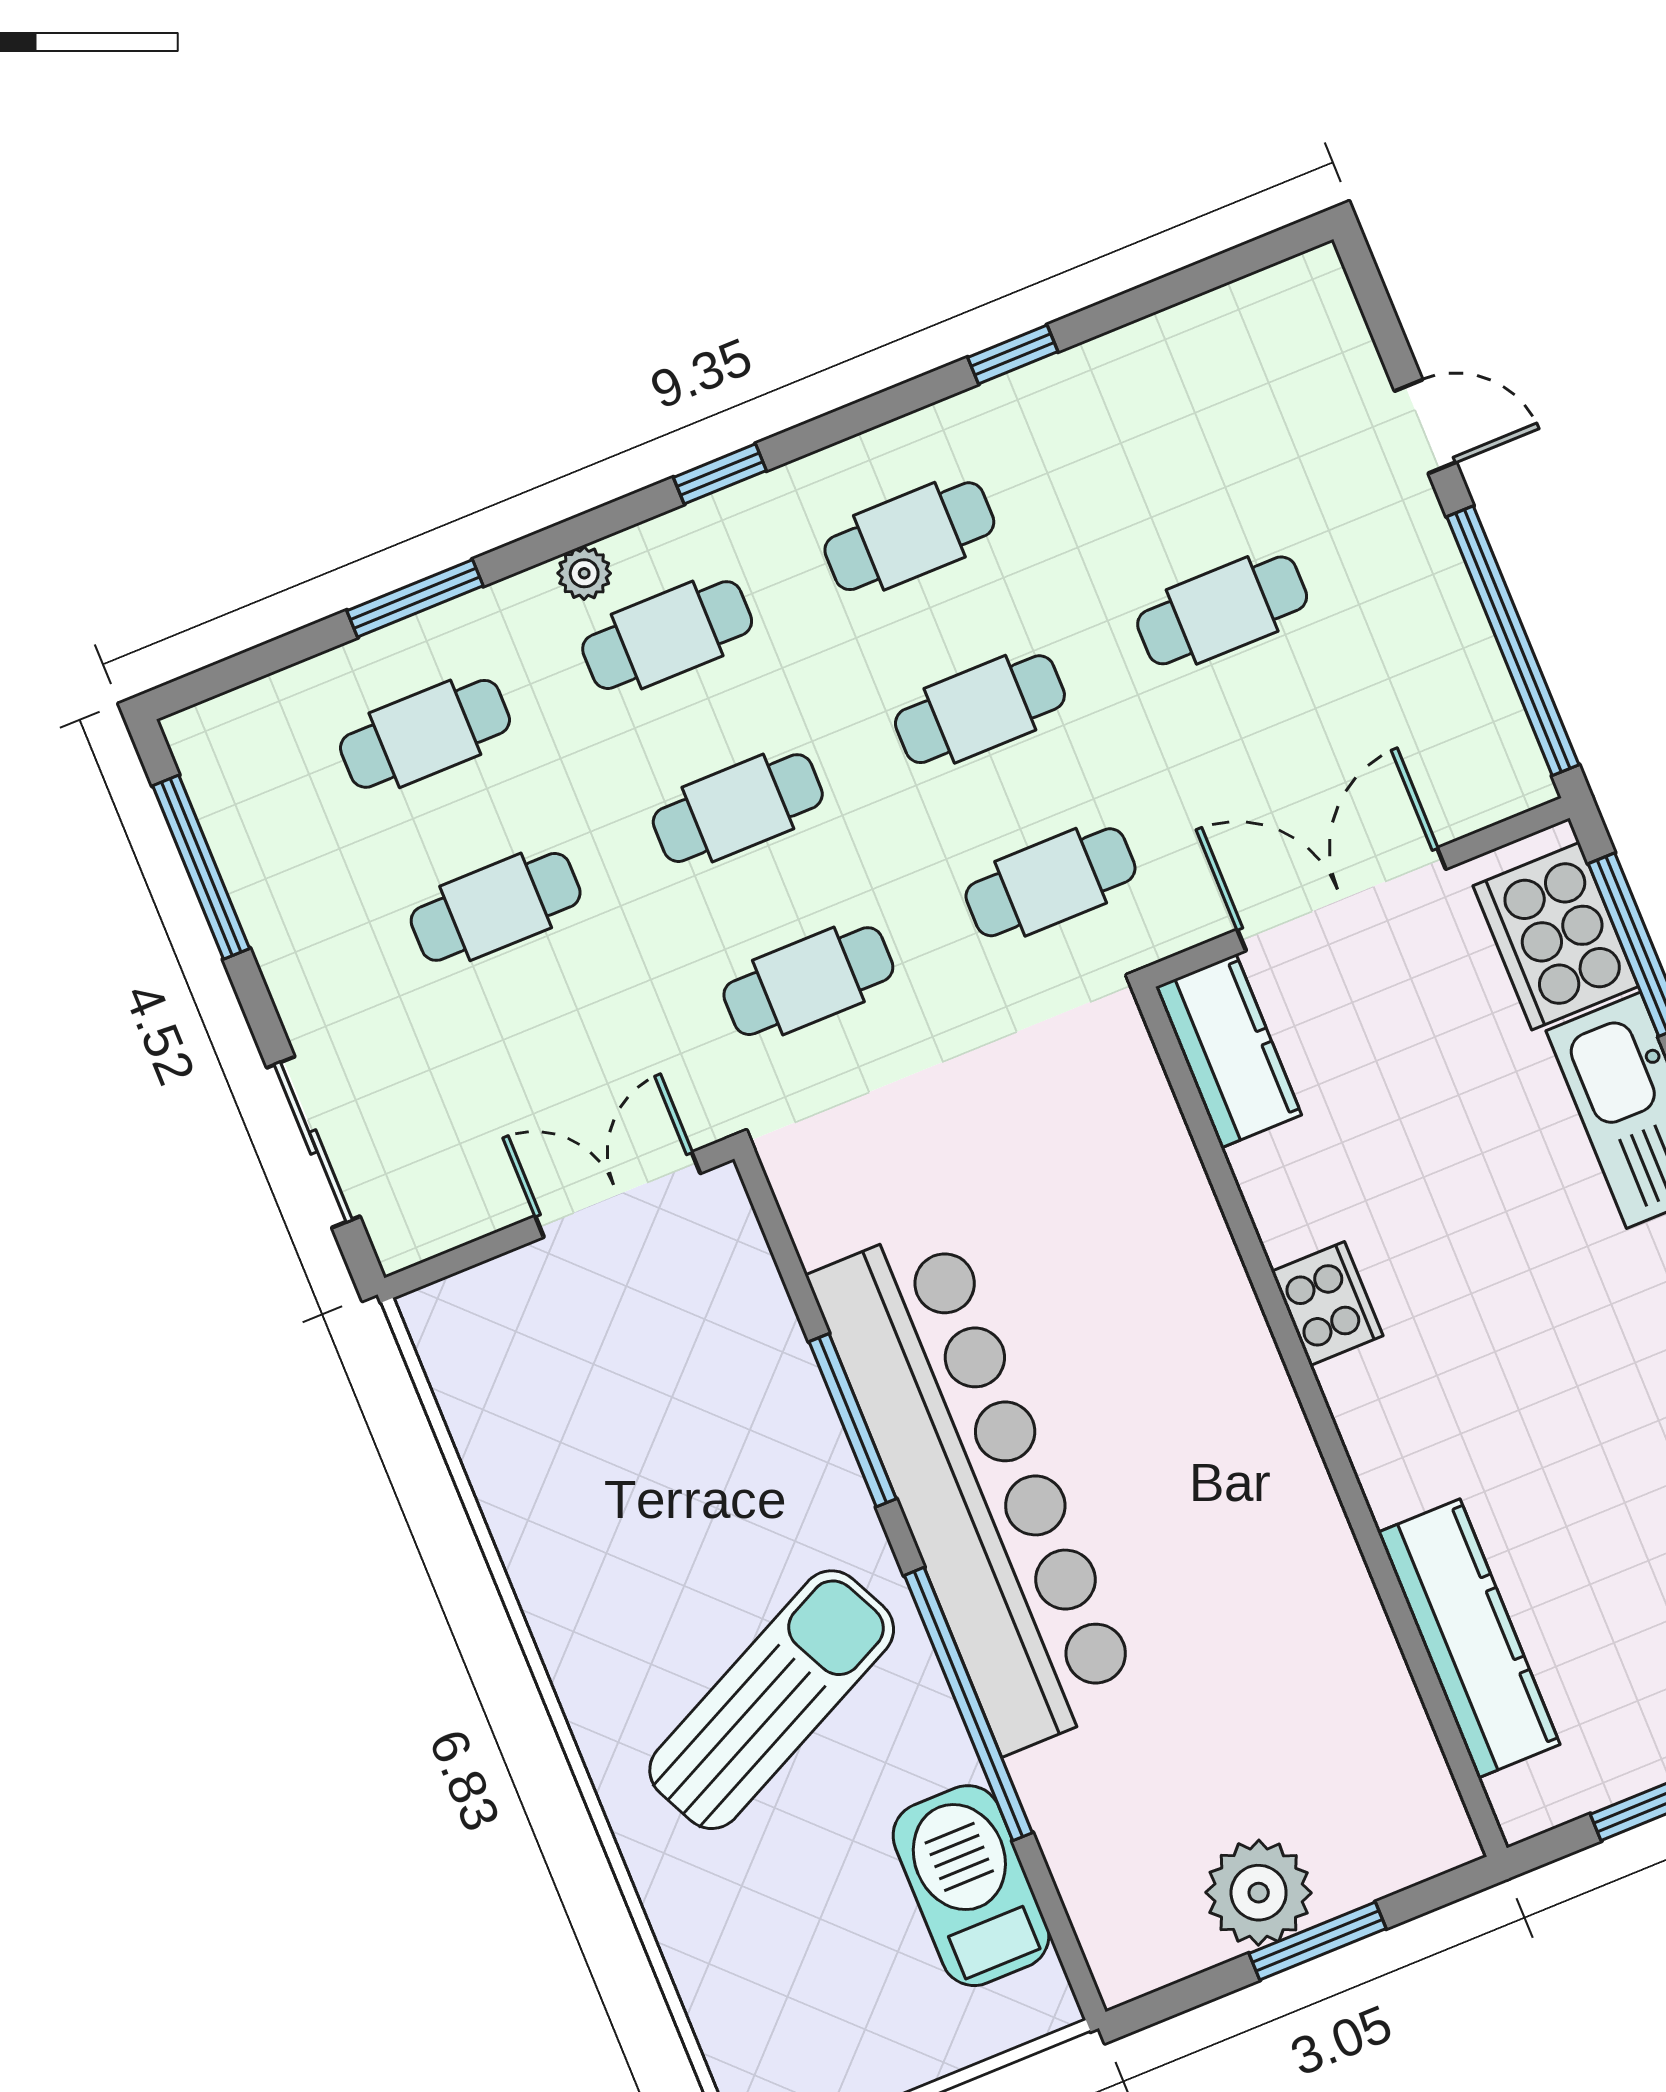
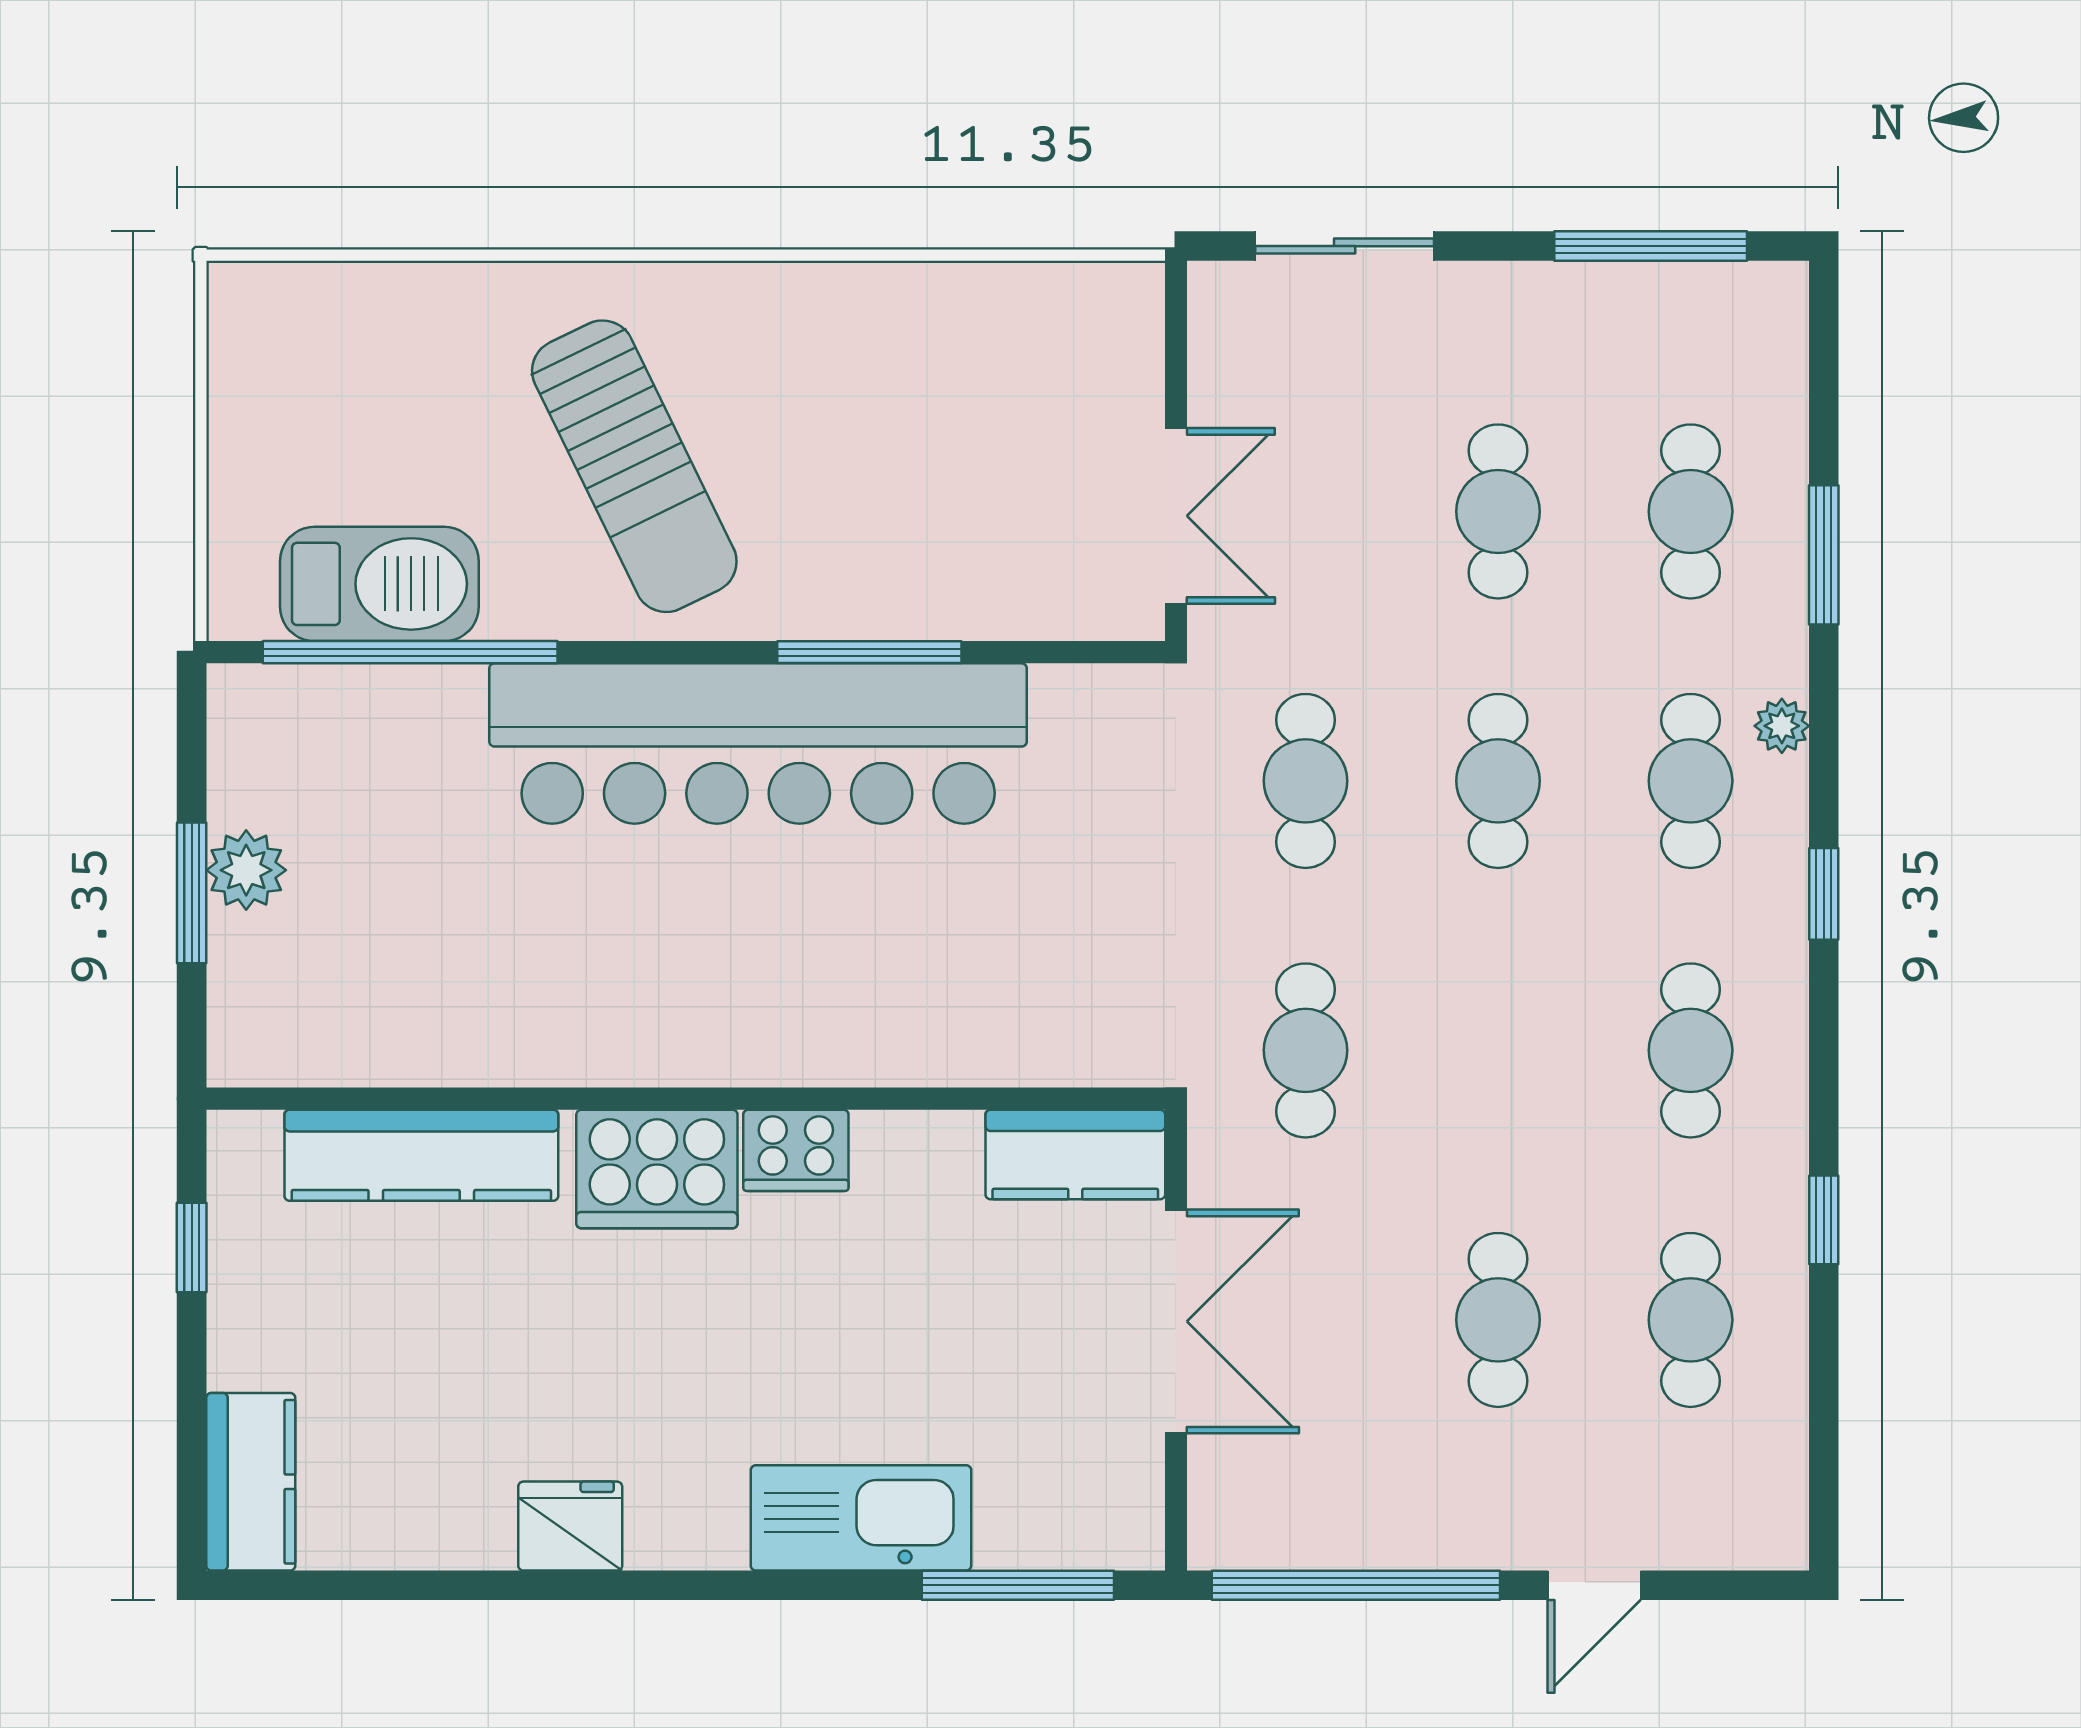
cafe table: (980, 709) -> (1691, 1320), moved
cooker: (1556, 936) -> (657, 1169), moved, turned 180
window: (968, 1704) -> (410, 652), moved
plant: (1259, 1893) -> (246, 870), width x0.73, depth x0.73

